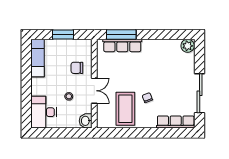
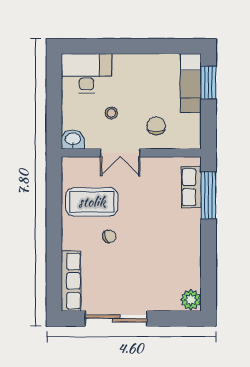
window: (63, 35) -> (209, 82), moved
row of seats: (122, 45) -> (191, 187), width x0.68
exam couch: (38, 58) -> (191, 83), moved, turned 90

